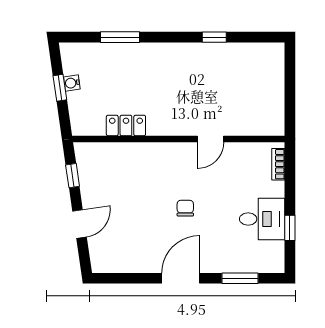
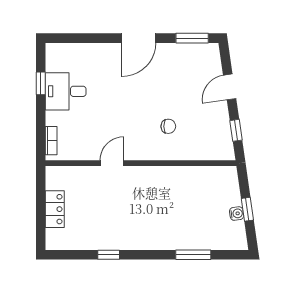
locker: (126, 125) -> (55, 209), moved, turned -90
chair: (185, 208) -> (168, 126), moved, turned -90
window: (240, 278) -> (192, 38), moved

